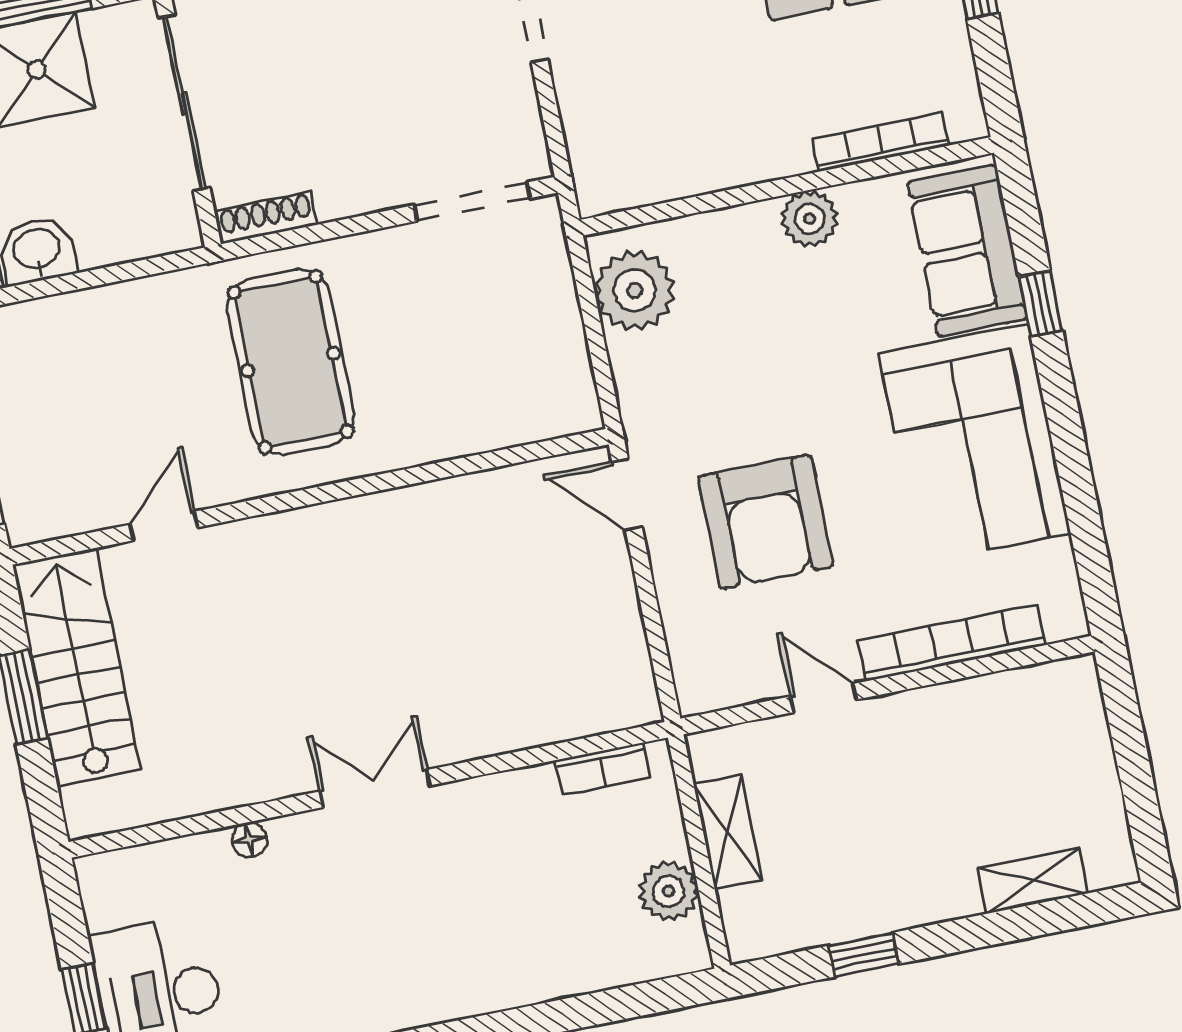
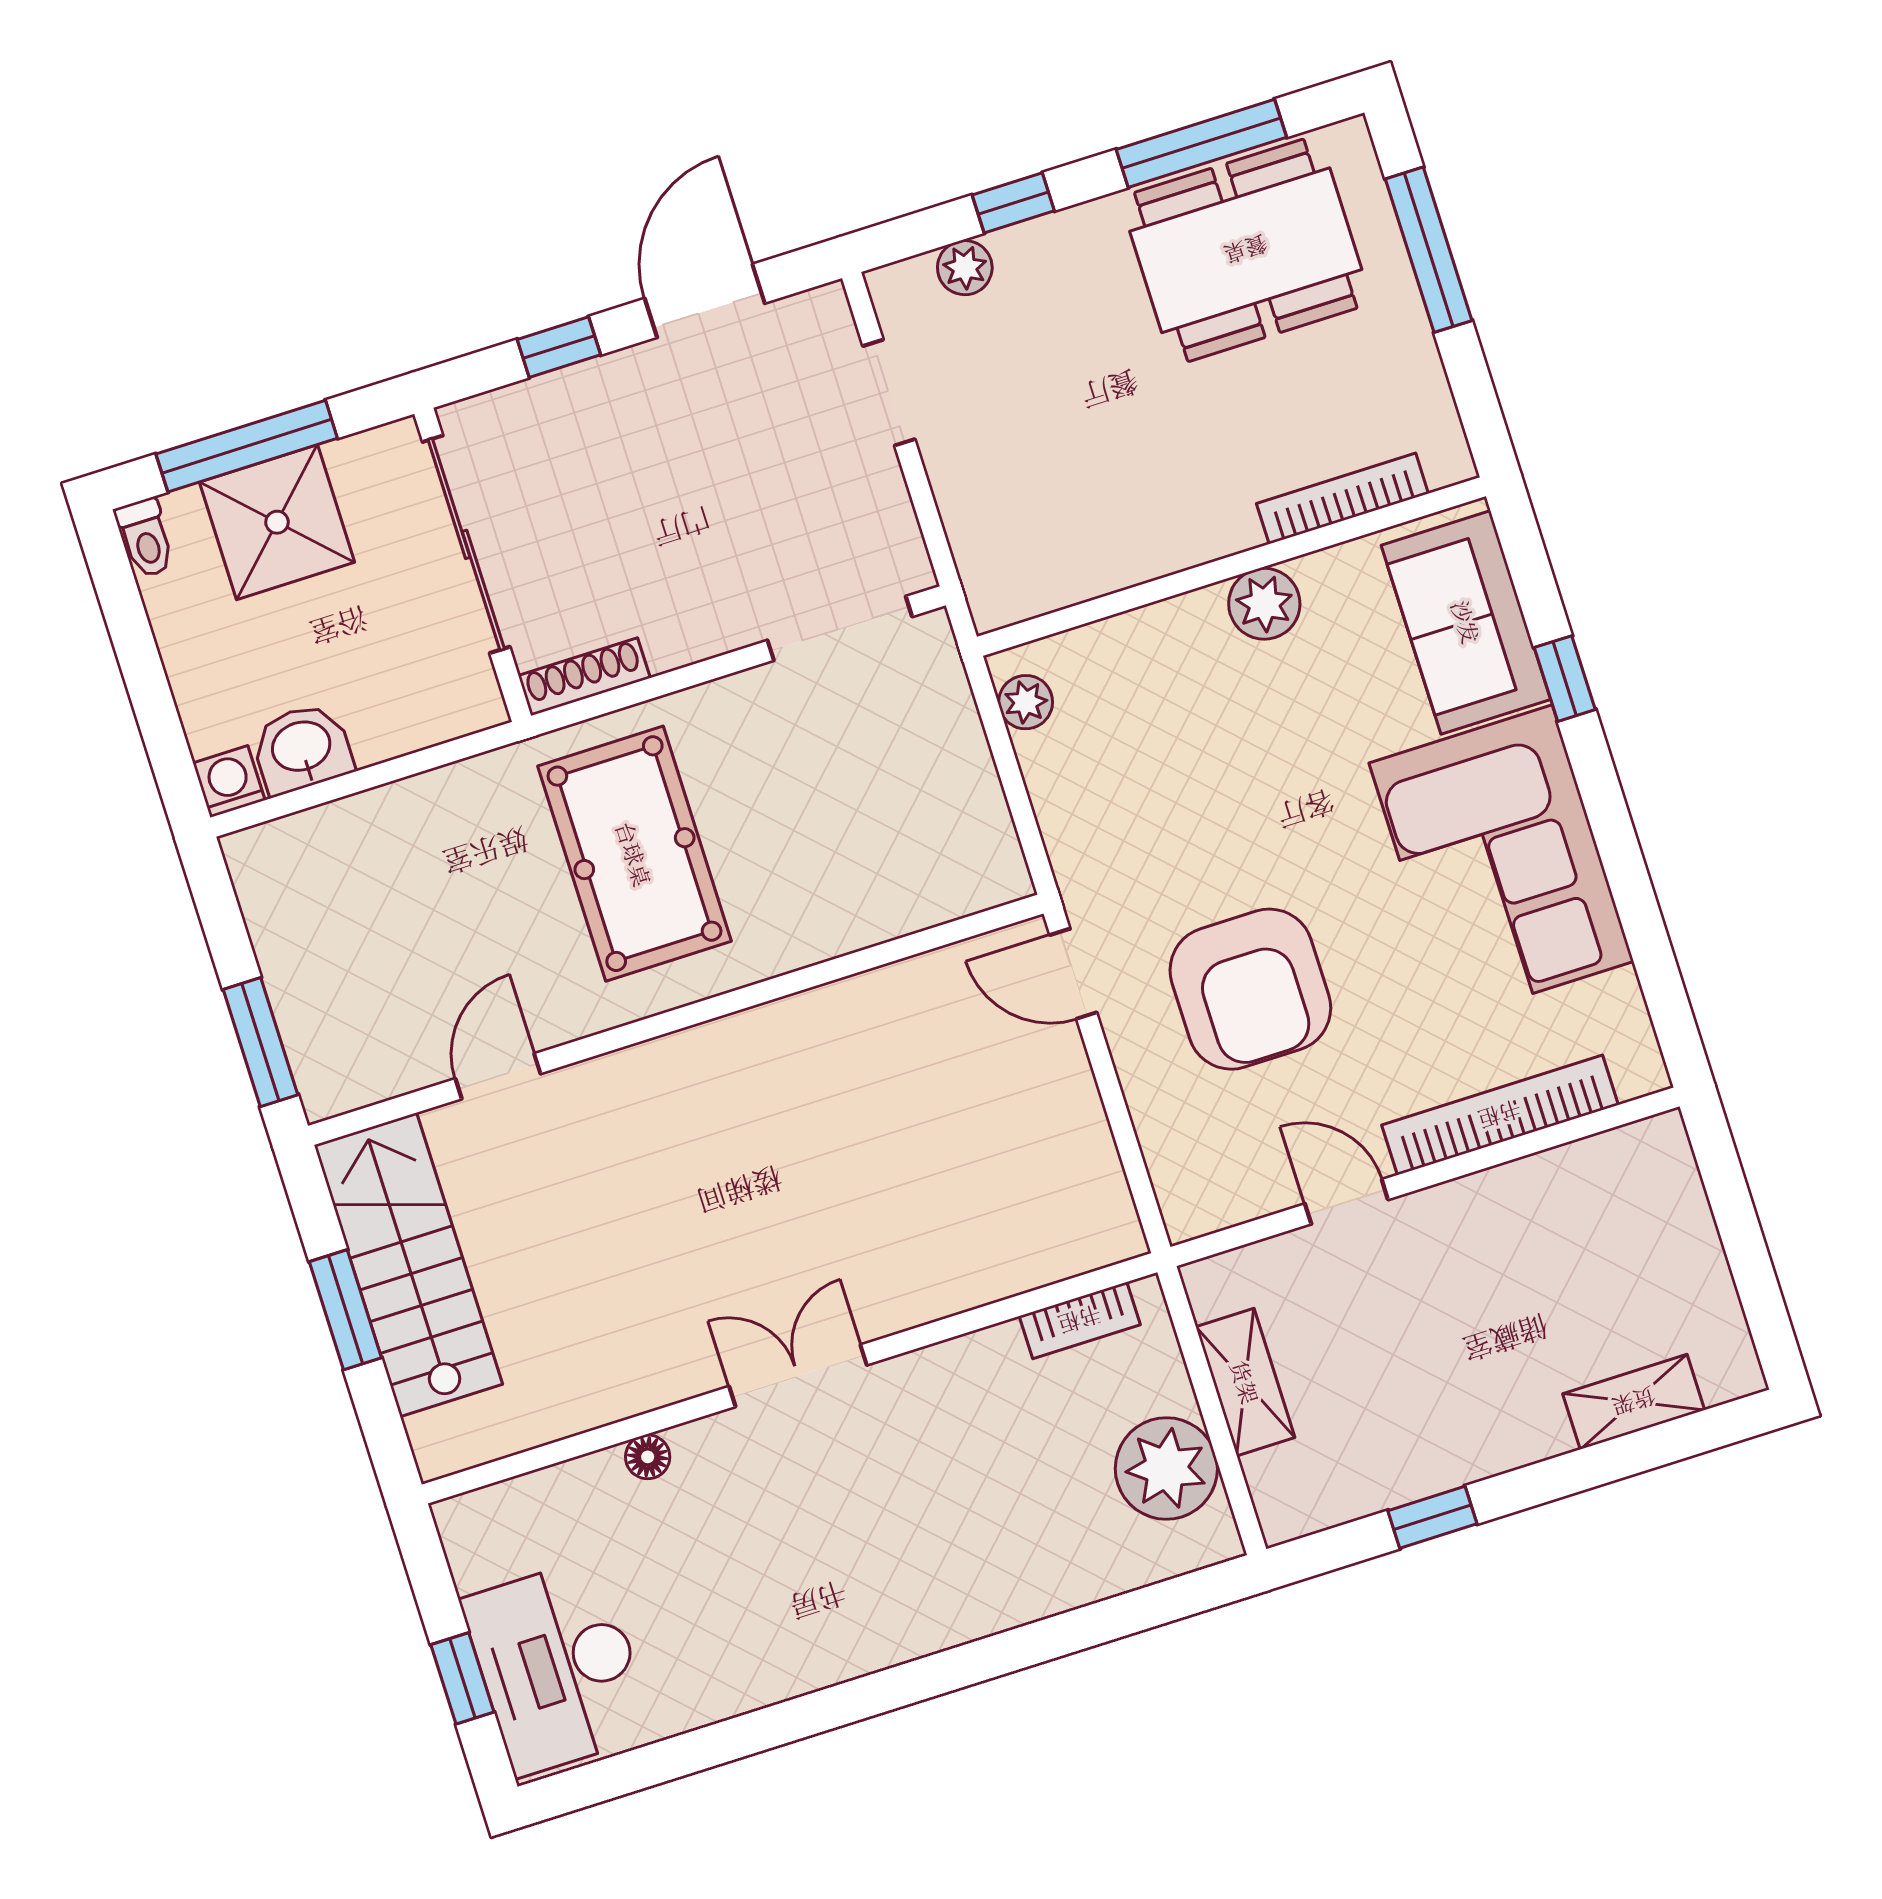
plant: (635, 290) -> (1026, 702), width x0.53, depth x0.53
plant: (669, 891) -> (1166, 1469), width x1.36, depth x1.36

